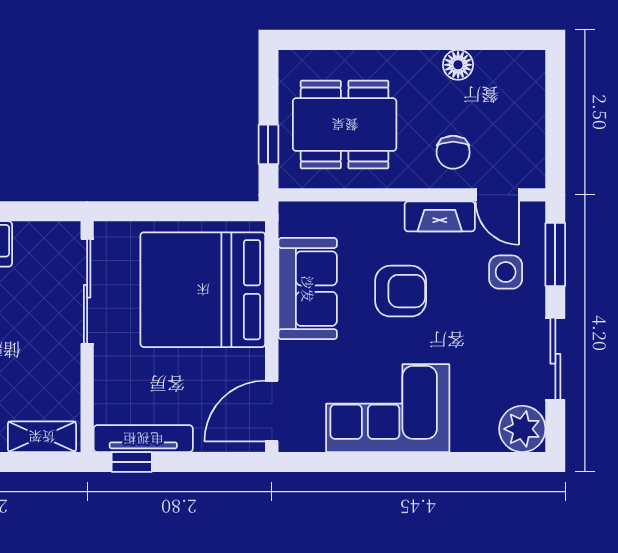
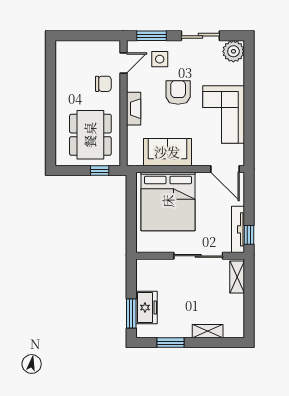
floor lamp: (458, 65) -> (62, 81), removed
fireplace: (440, 216) -> (134, 109), moved
sliding door: (87, 291) -> (198, 256), moved
armchair: (401, 291) -> (178, 92), moved

